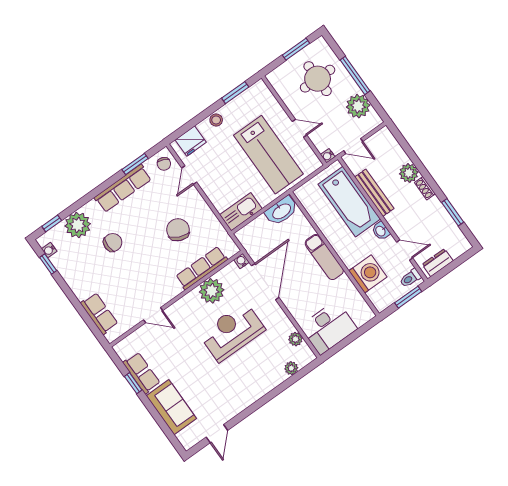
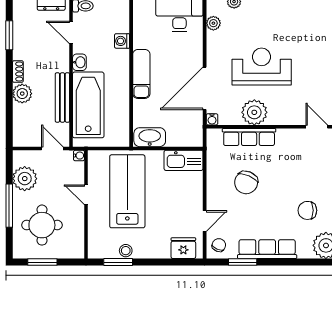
stool: (216, 120) -> (126, 251), moved
washing machine: (368, 274) -> (122, 41), width x0.53, depth x0.53
reception desk: (232, 332) -> (262, 67), turned 180

